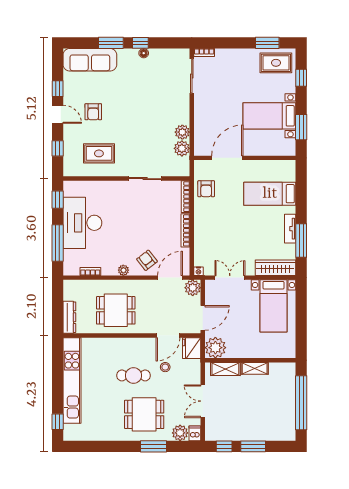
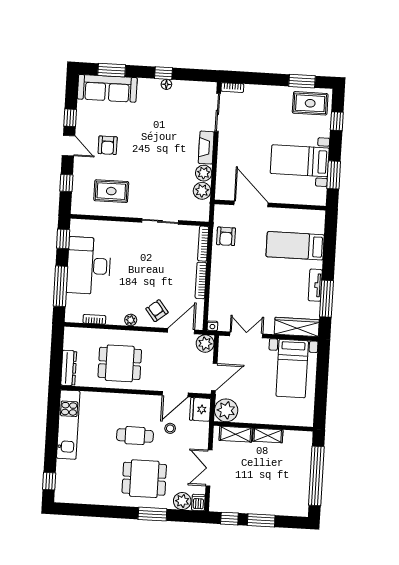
window: (111, 43) -> (112, 70), moved
fireplace: (183, 109) -> (206, 148), added
door: (227, 158) -> (251, 204), hinge flipped
kitchen unit: (72, 380) -> (68, 425), width x0.73

